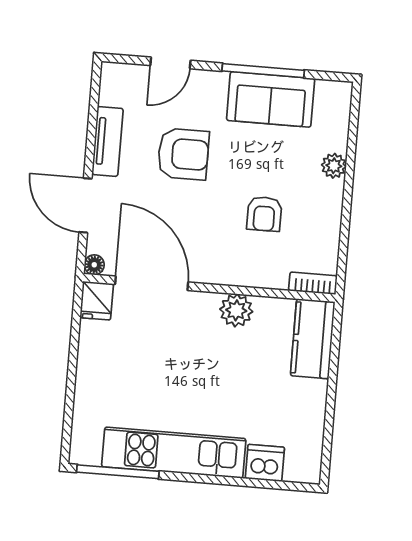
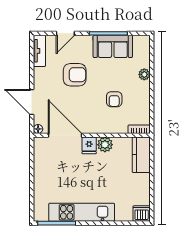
tv unit: (107, 141) -> (39, 51), moved
fridge: (97, 301) -> (89, 145), moved
dishwasher: (265, 463) -> (142, 214), moved

